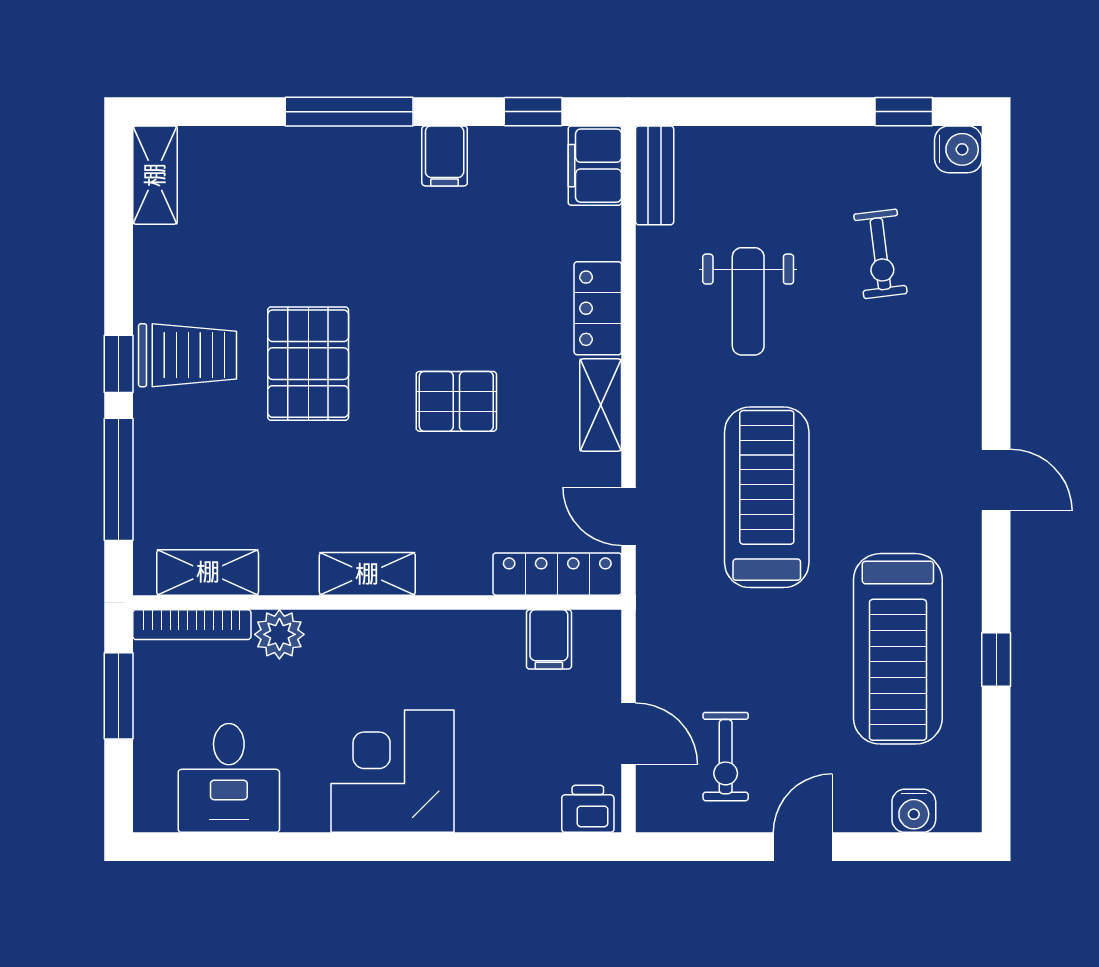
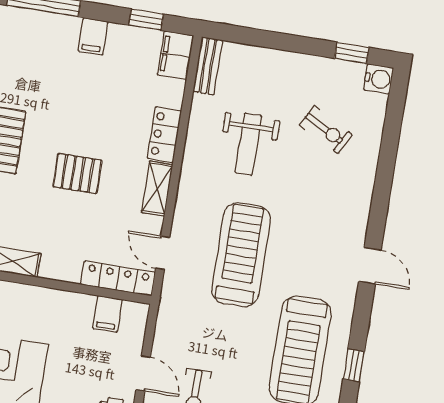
exercise bike: (880, 254) -> (326, 130), turned -55

